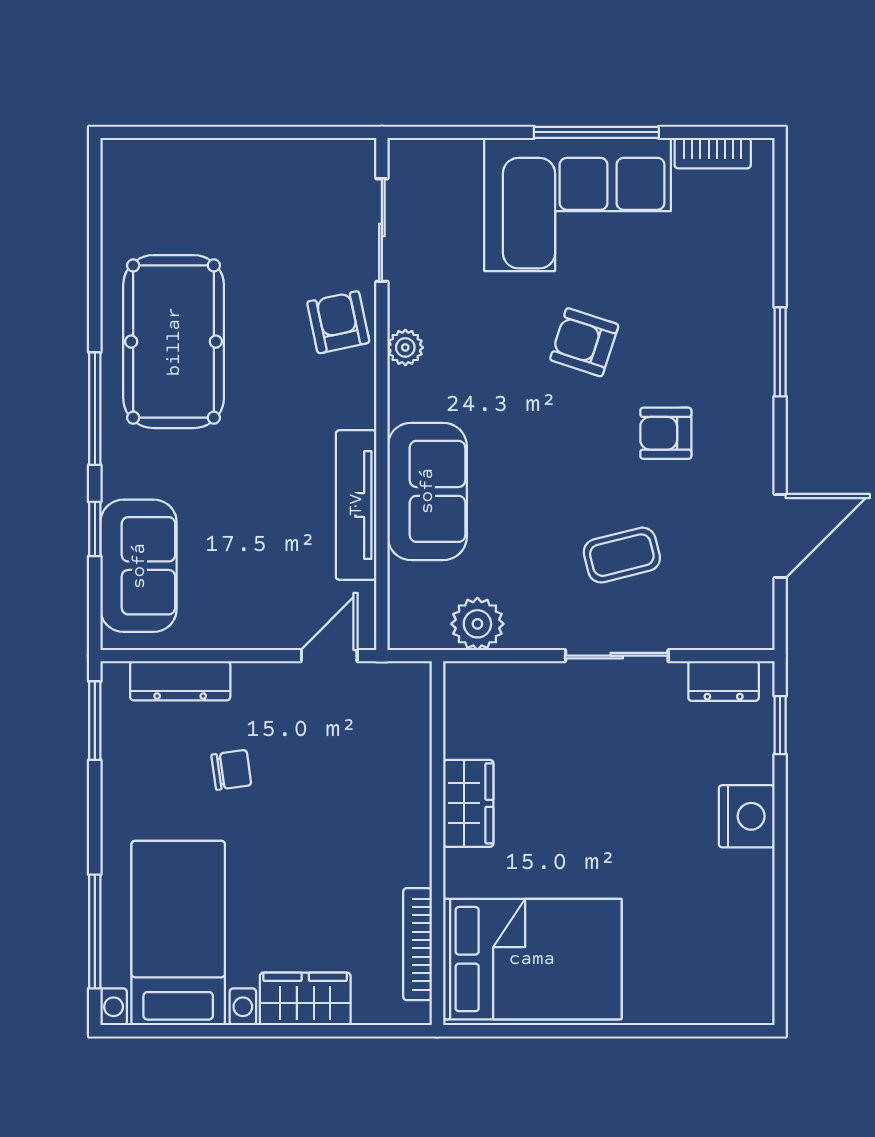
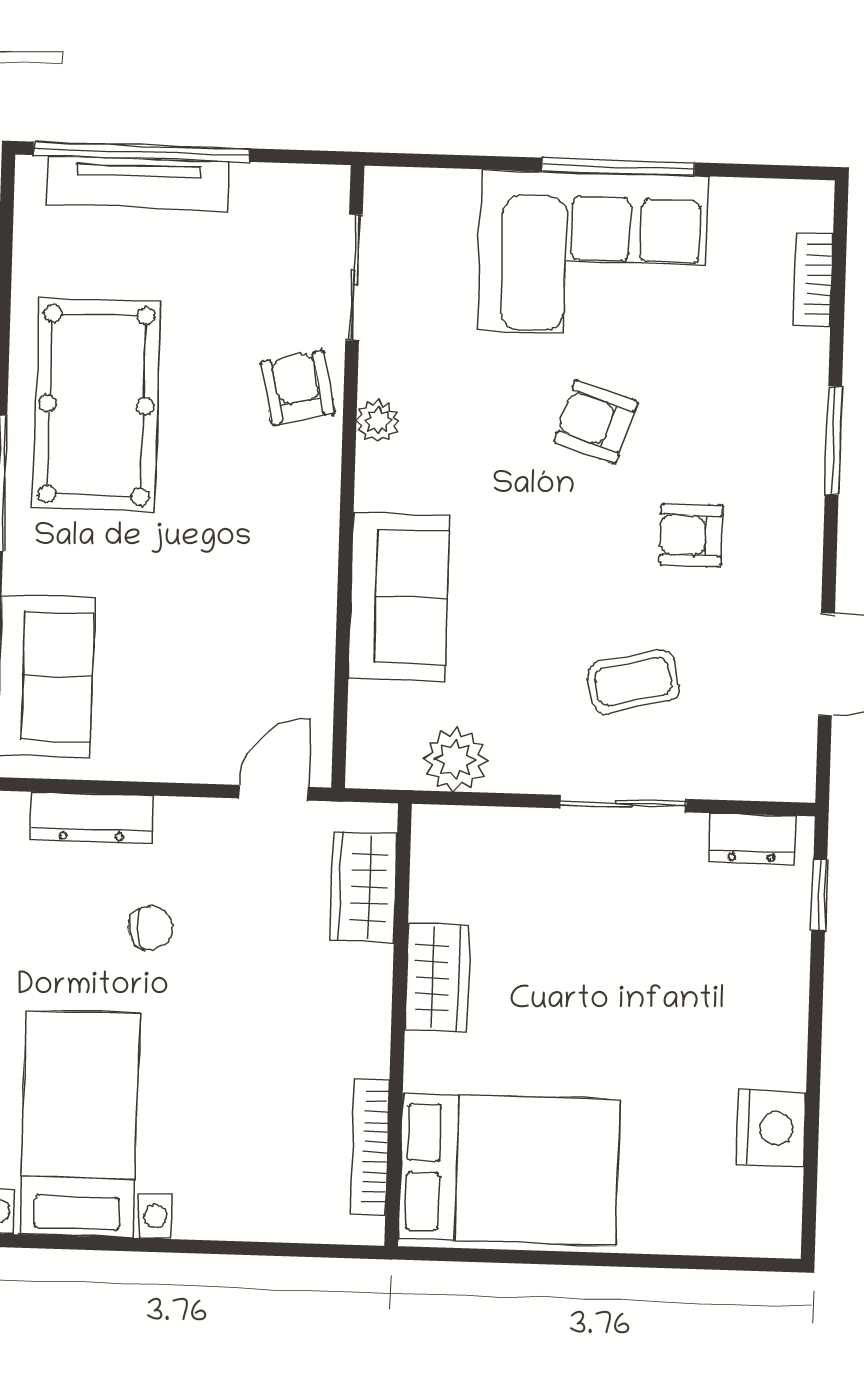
window: (204, 132) -> (142, 152), added
bookcase: (713, 153) -> (813, 280), moved, turned 90
tv unit: (356, 505) -> (138, 183), moved, turned -90
nightstand: (747, 816) -> (771, 1128), moved
wardrobe: (305, 999) -> (364, 887), moved, turned -90

